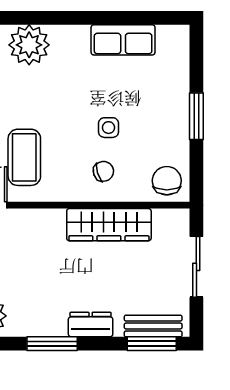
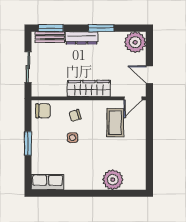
row of seats: (123, 40) -> (48, 182), moved
chair: (167, 181) -> (43, 111), turned -90
wardrobe: (109, 225) -> (89, 88), moved
dresser: (91, 325) -> (82, 38), width x1.44

